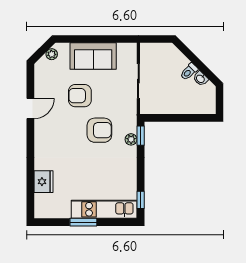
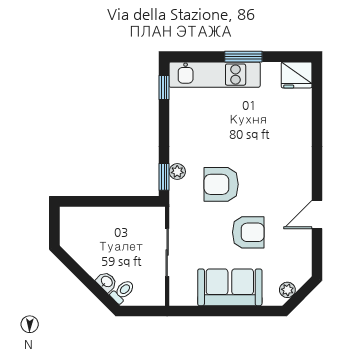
toilet: (189, 72) -> (123, 291), moved
washbasin: (201, 79) -> (106, 282), moved
fridge: (43, 182) -> (297, 75), moved, turned -90

